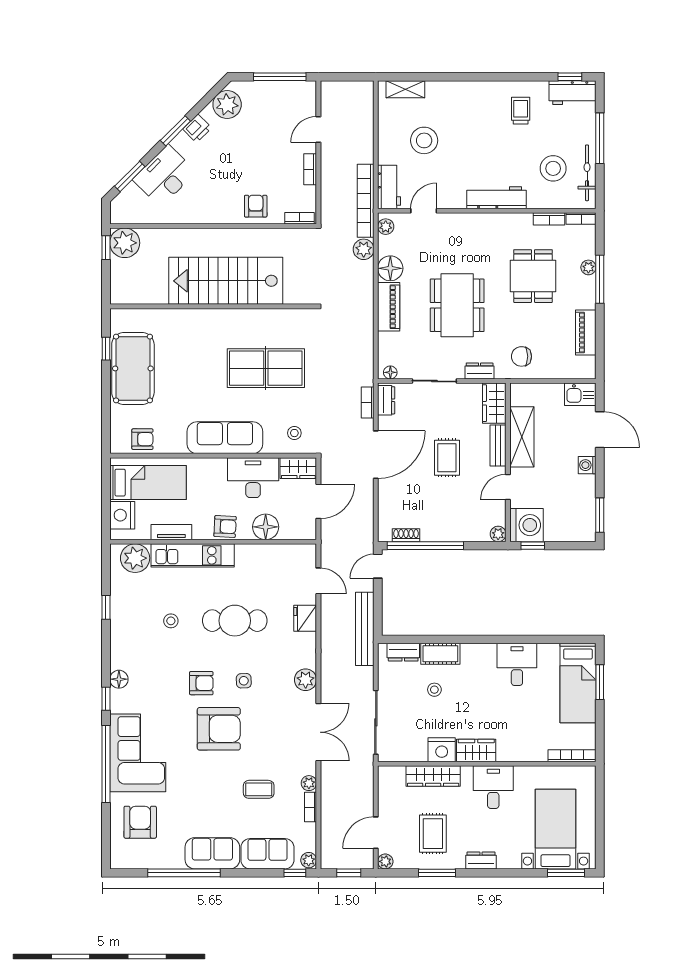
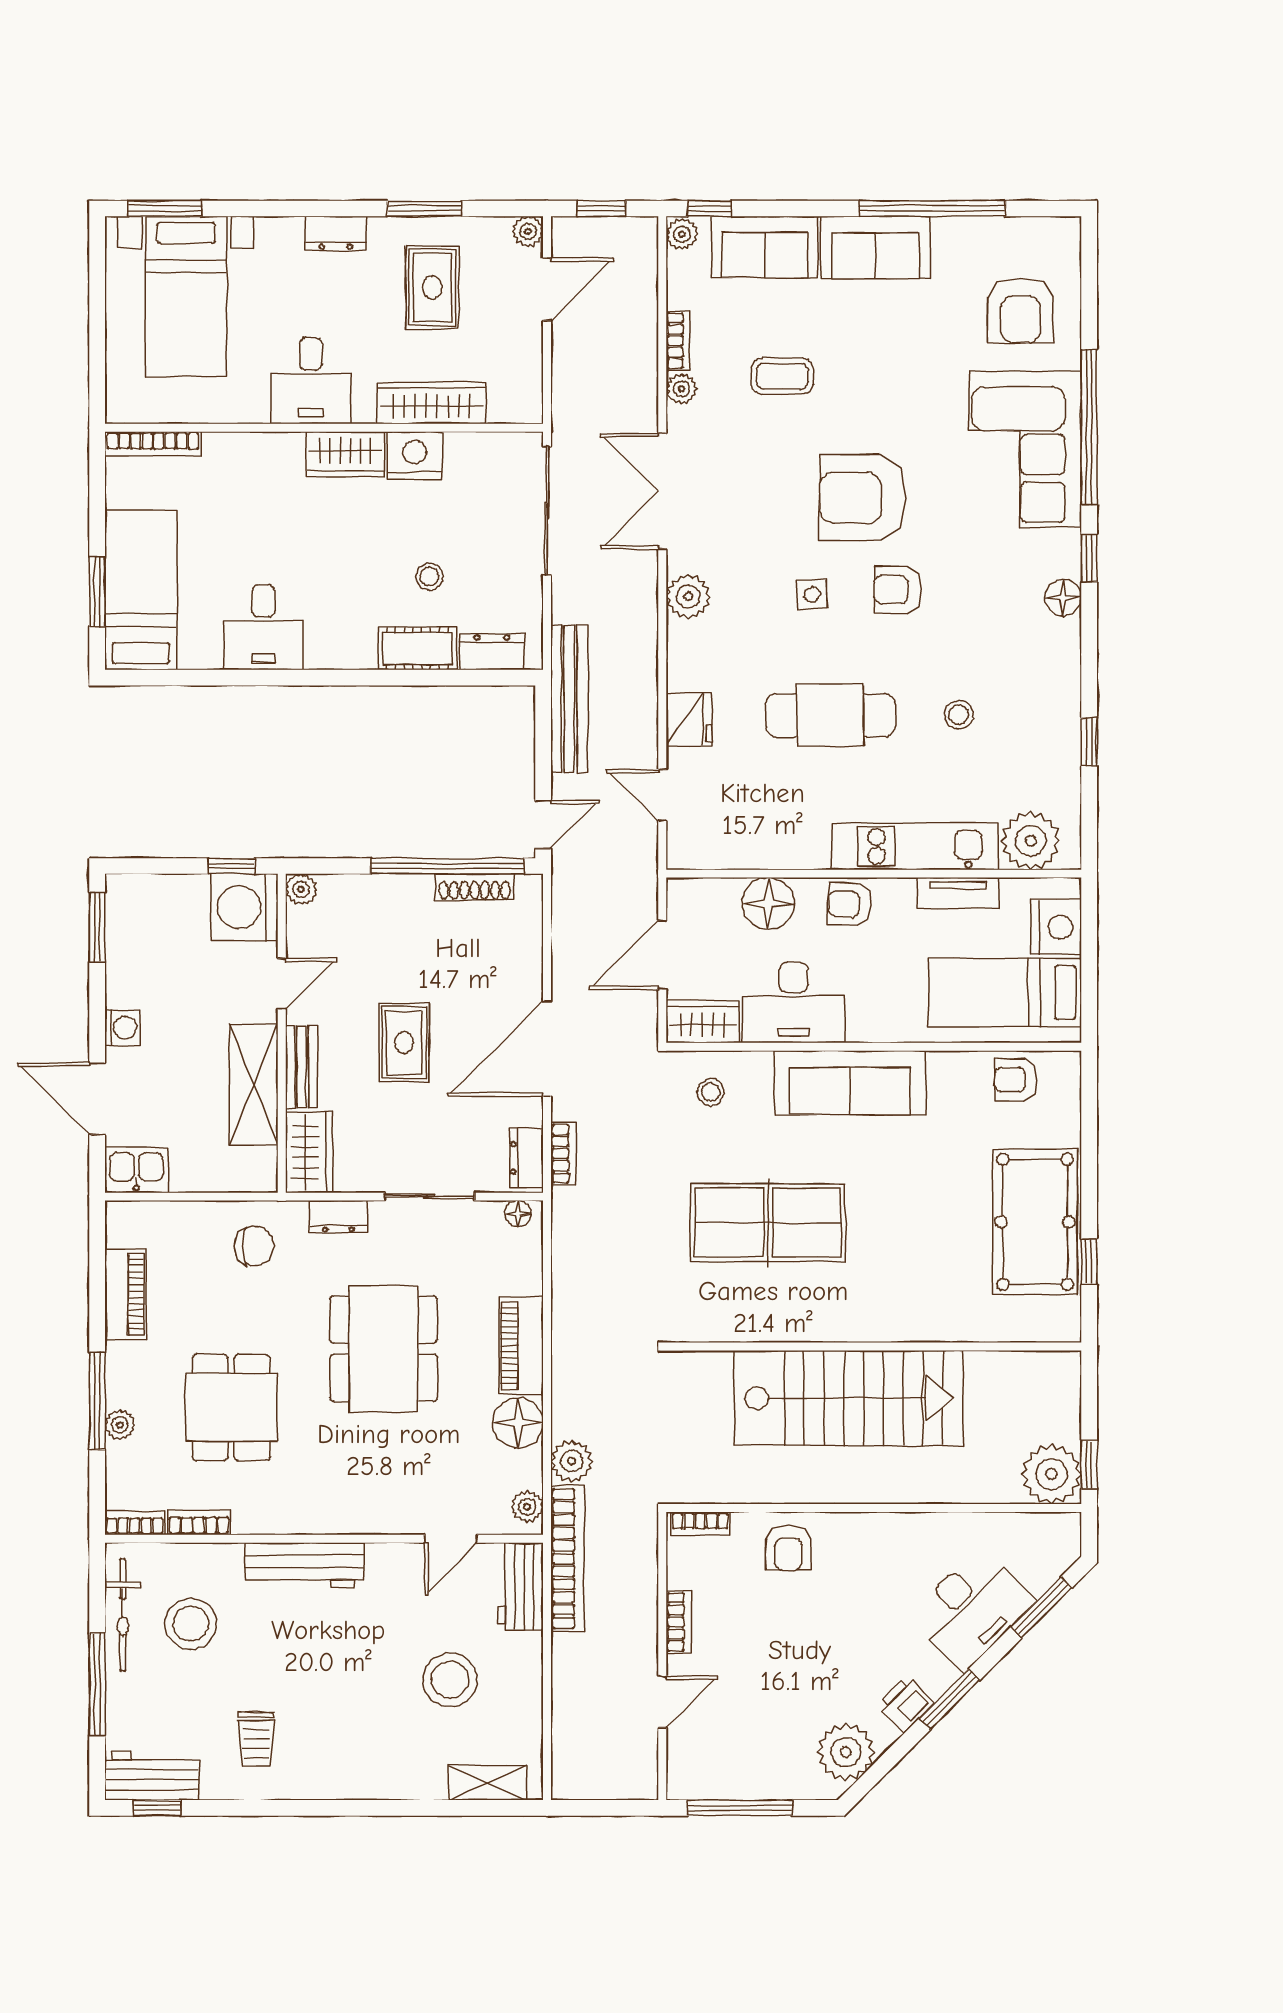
shoe rack: (406, 535) -> (475, 887), width x1.43

